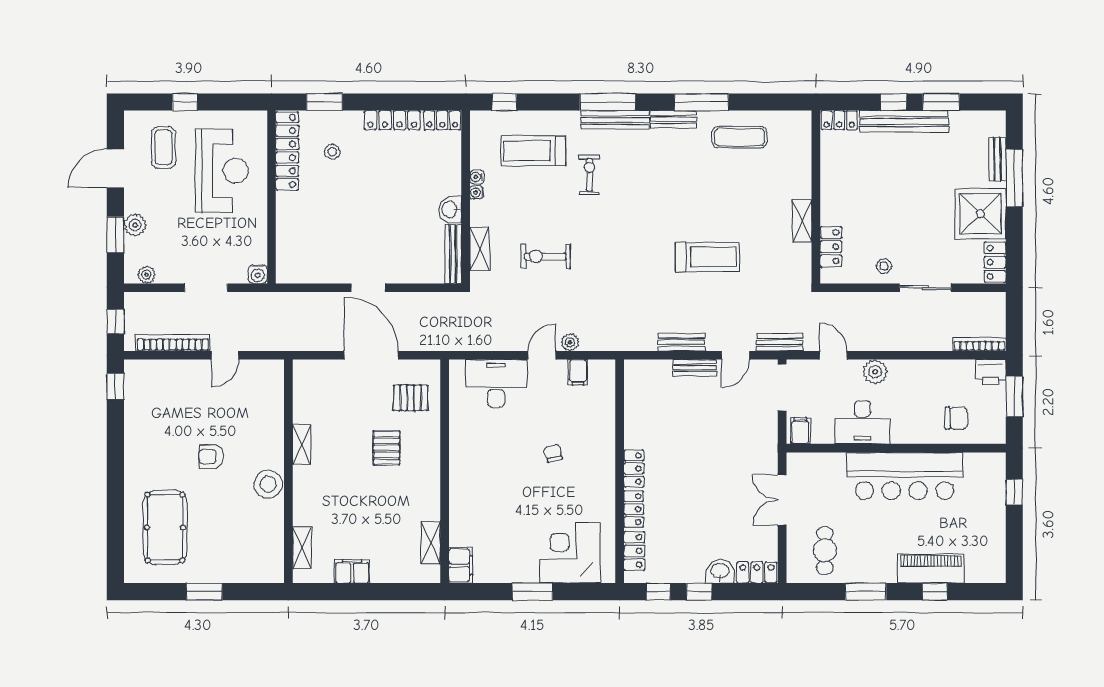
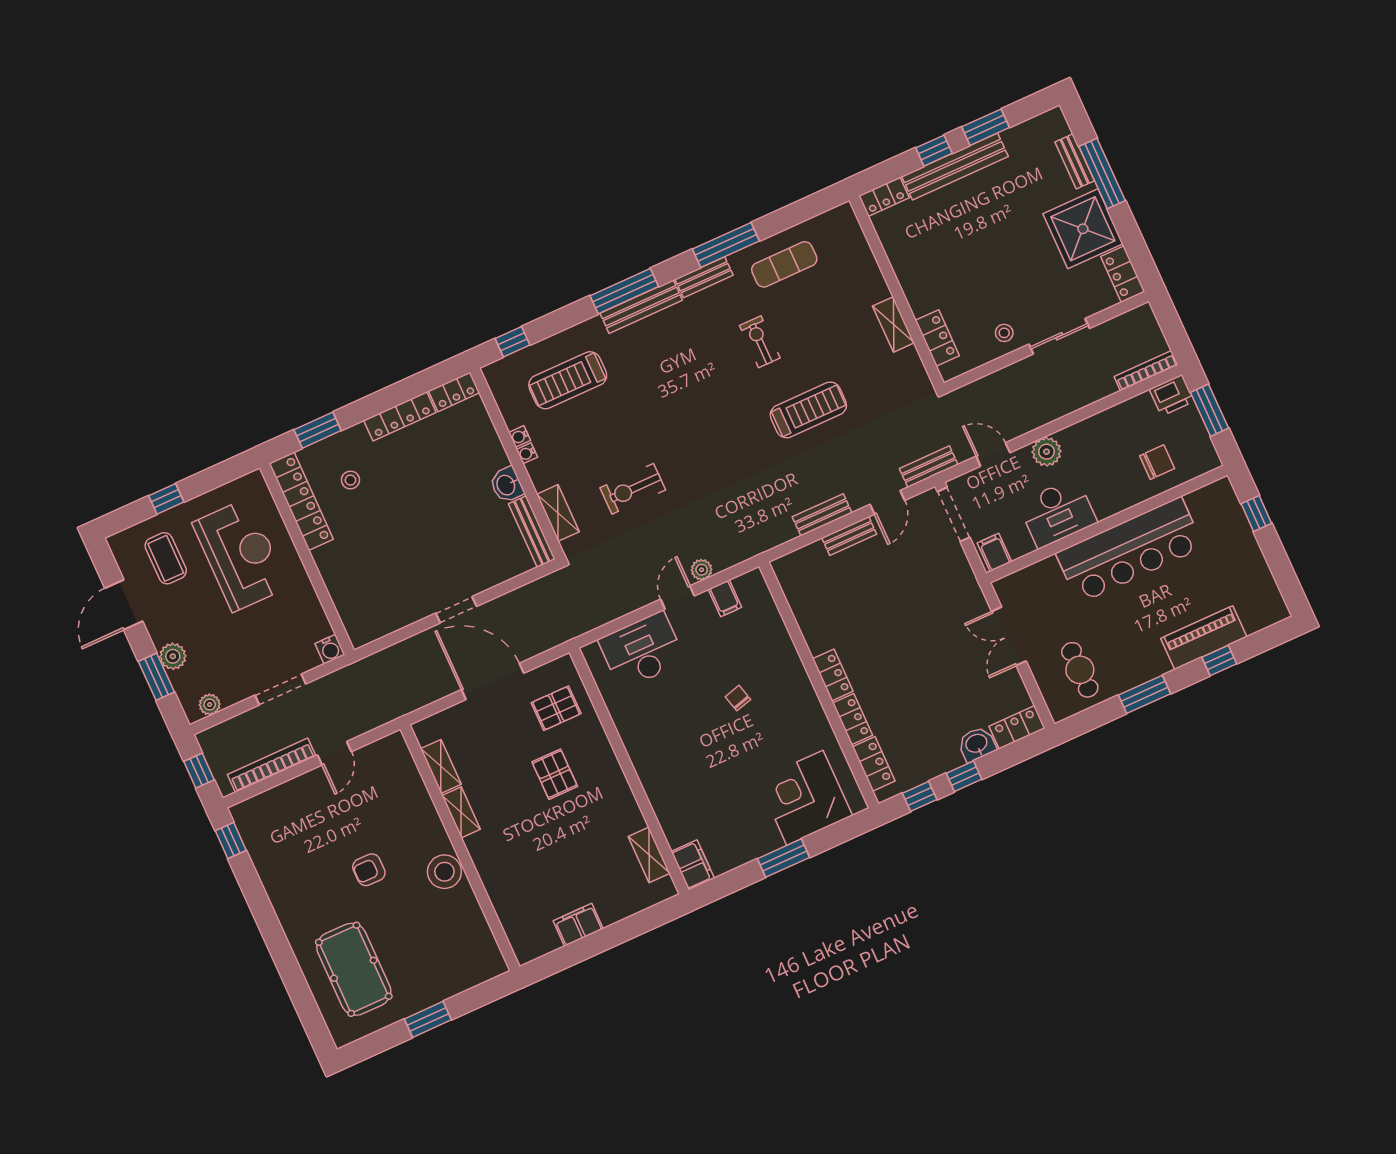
exercise bike: (589, 175) -> (760, 342), moved
shelving: (302, 548) -> (441, 766), moved

